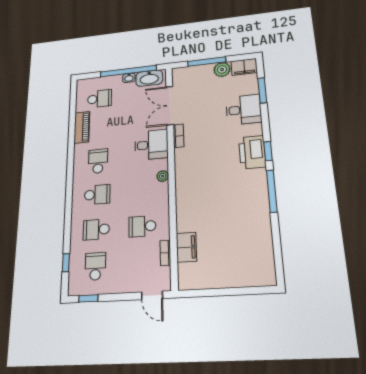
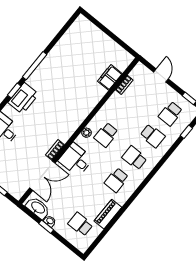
window: (128, 71) -> (46, 227), width x0.32
school desk: (142, 226) -> (106, 135), moved, turned 90
door: (152, 295) -> (161, 75), moved

